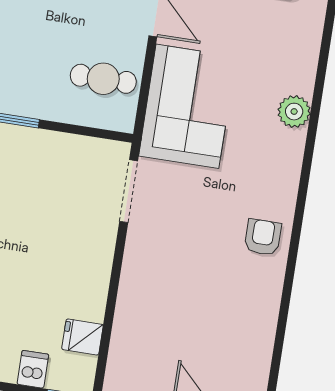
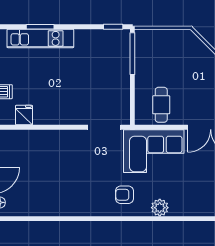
armchair: (263, 237) -> (124, 195), moved, turned 180

